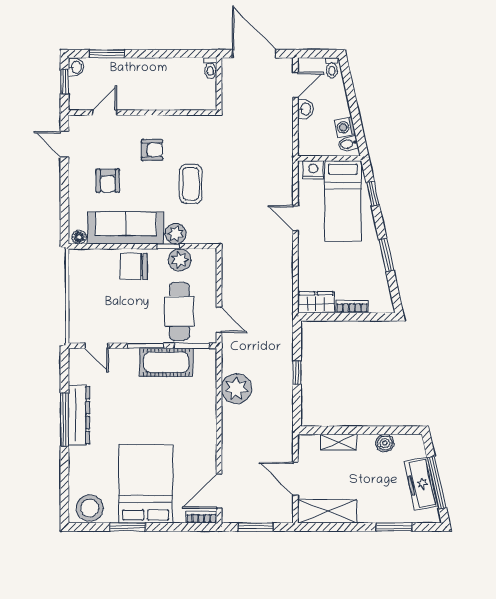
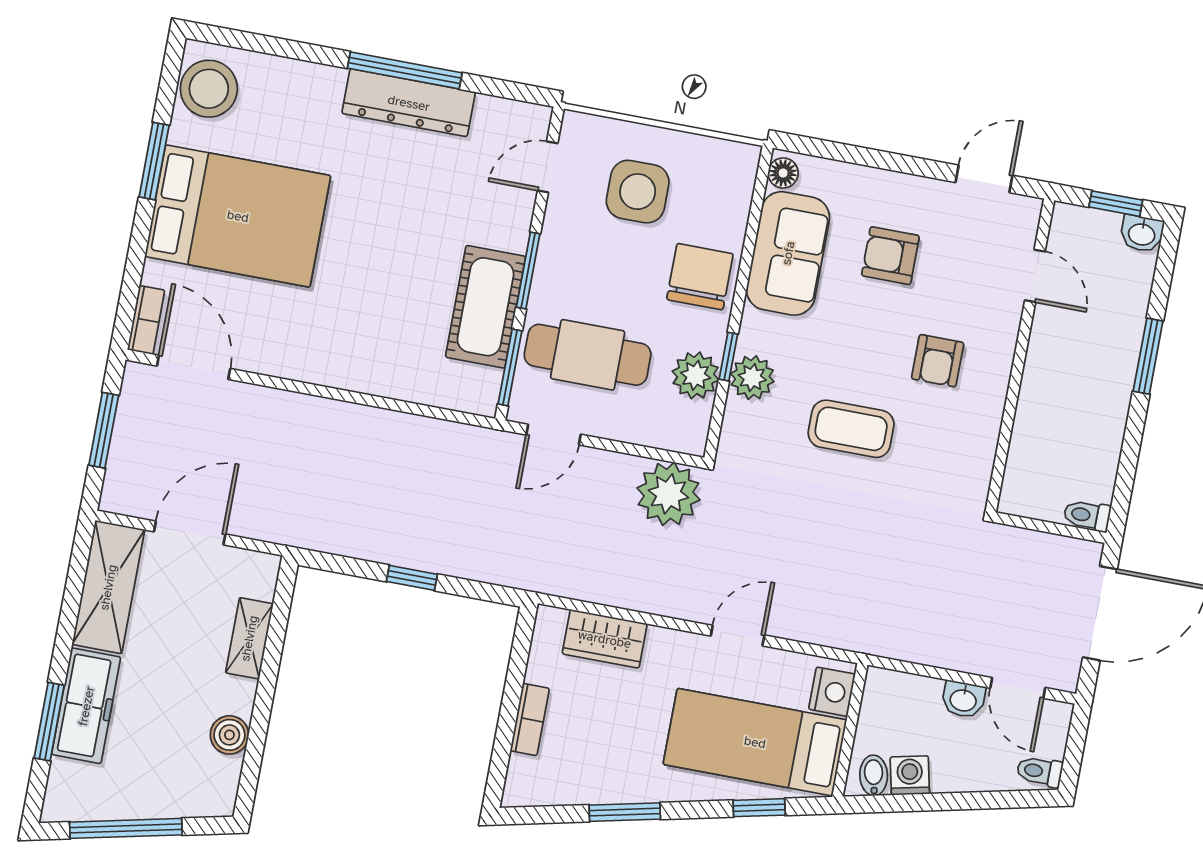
window: (107, 54) -> (1148, 356), moved
sofa: (126, 228) -> (788, 253), width x0.73
side table: (100, 302) -> (638, 192), added
wardrobe: (316, 302) -> (605, 639), moved, turned 90
plant: (236, 389) -> (668, 494), moved
freezer: (421, 484) -> (86, 706), moved, turned 102

